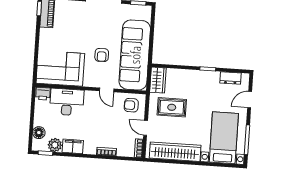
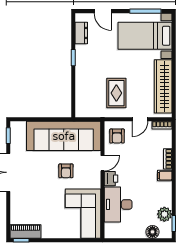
armchair: (102, 55) -> (66, 171), turned 90
wardrobe: (158, 80) -> (89, 110), removed
printer: (43, 94) -> (111, 179), moved
filing cabinet: (73, 146) -> (165, 176), moved, width x0.50

